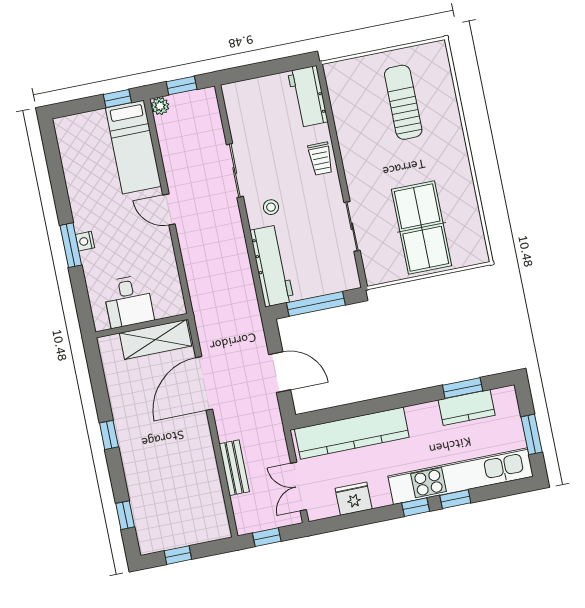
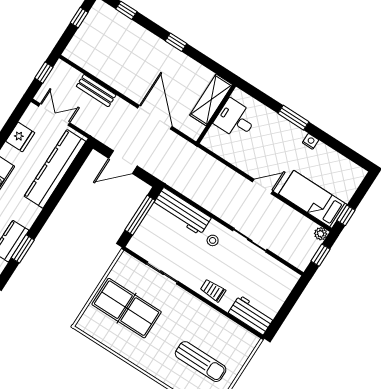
nightstand: (85, 241) -> (311, 141), moved
shelving: (155, 340) -> (211, 100), moved

